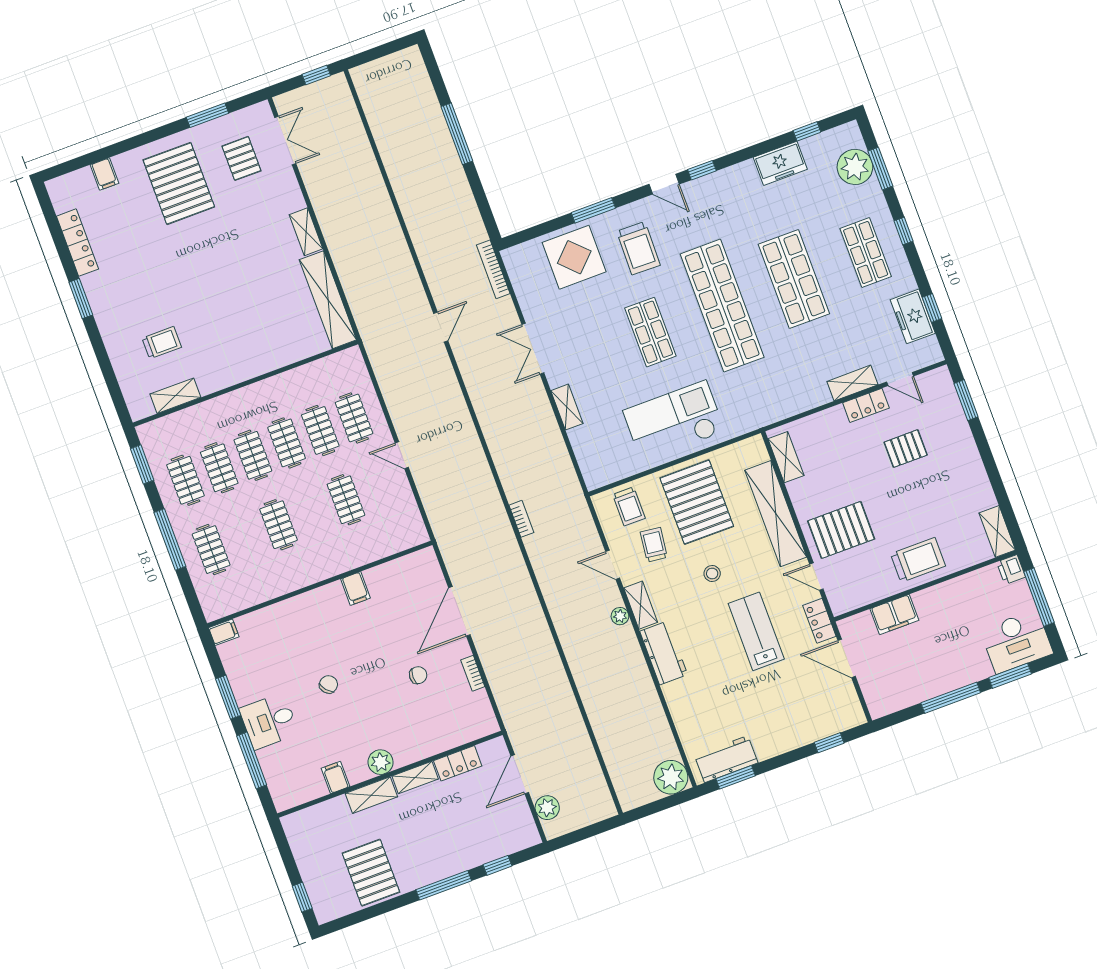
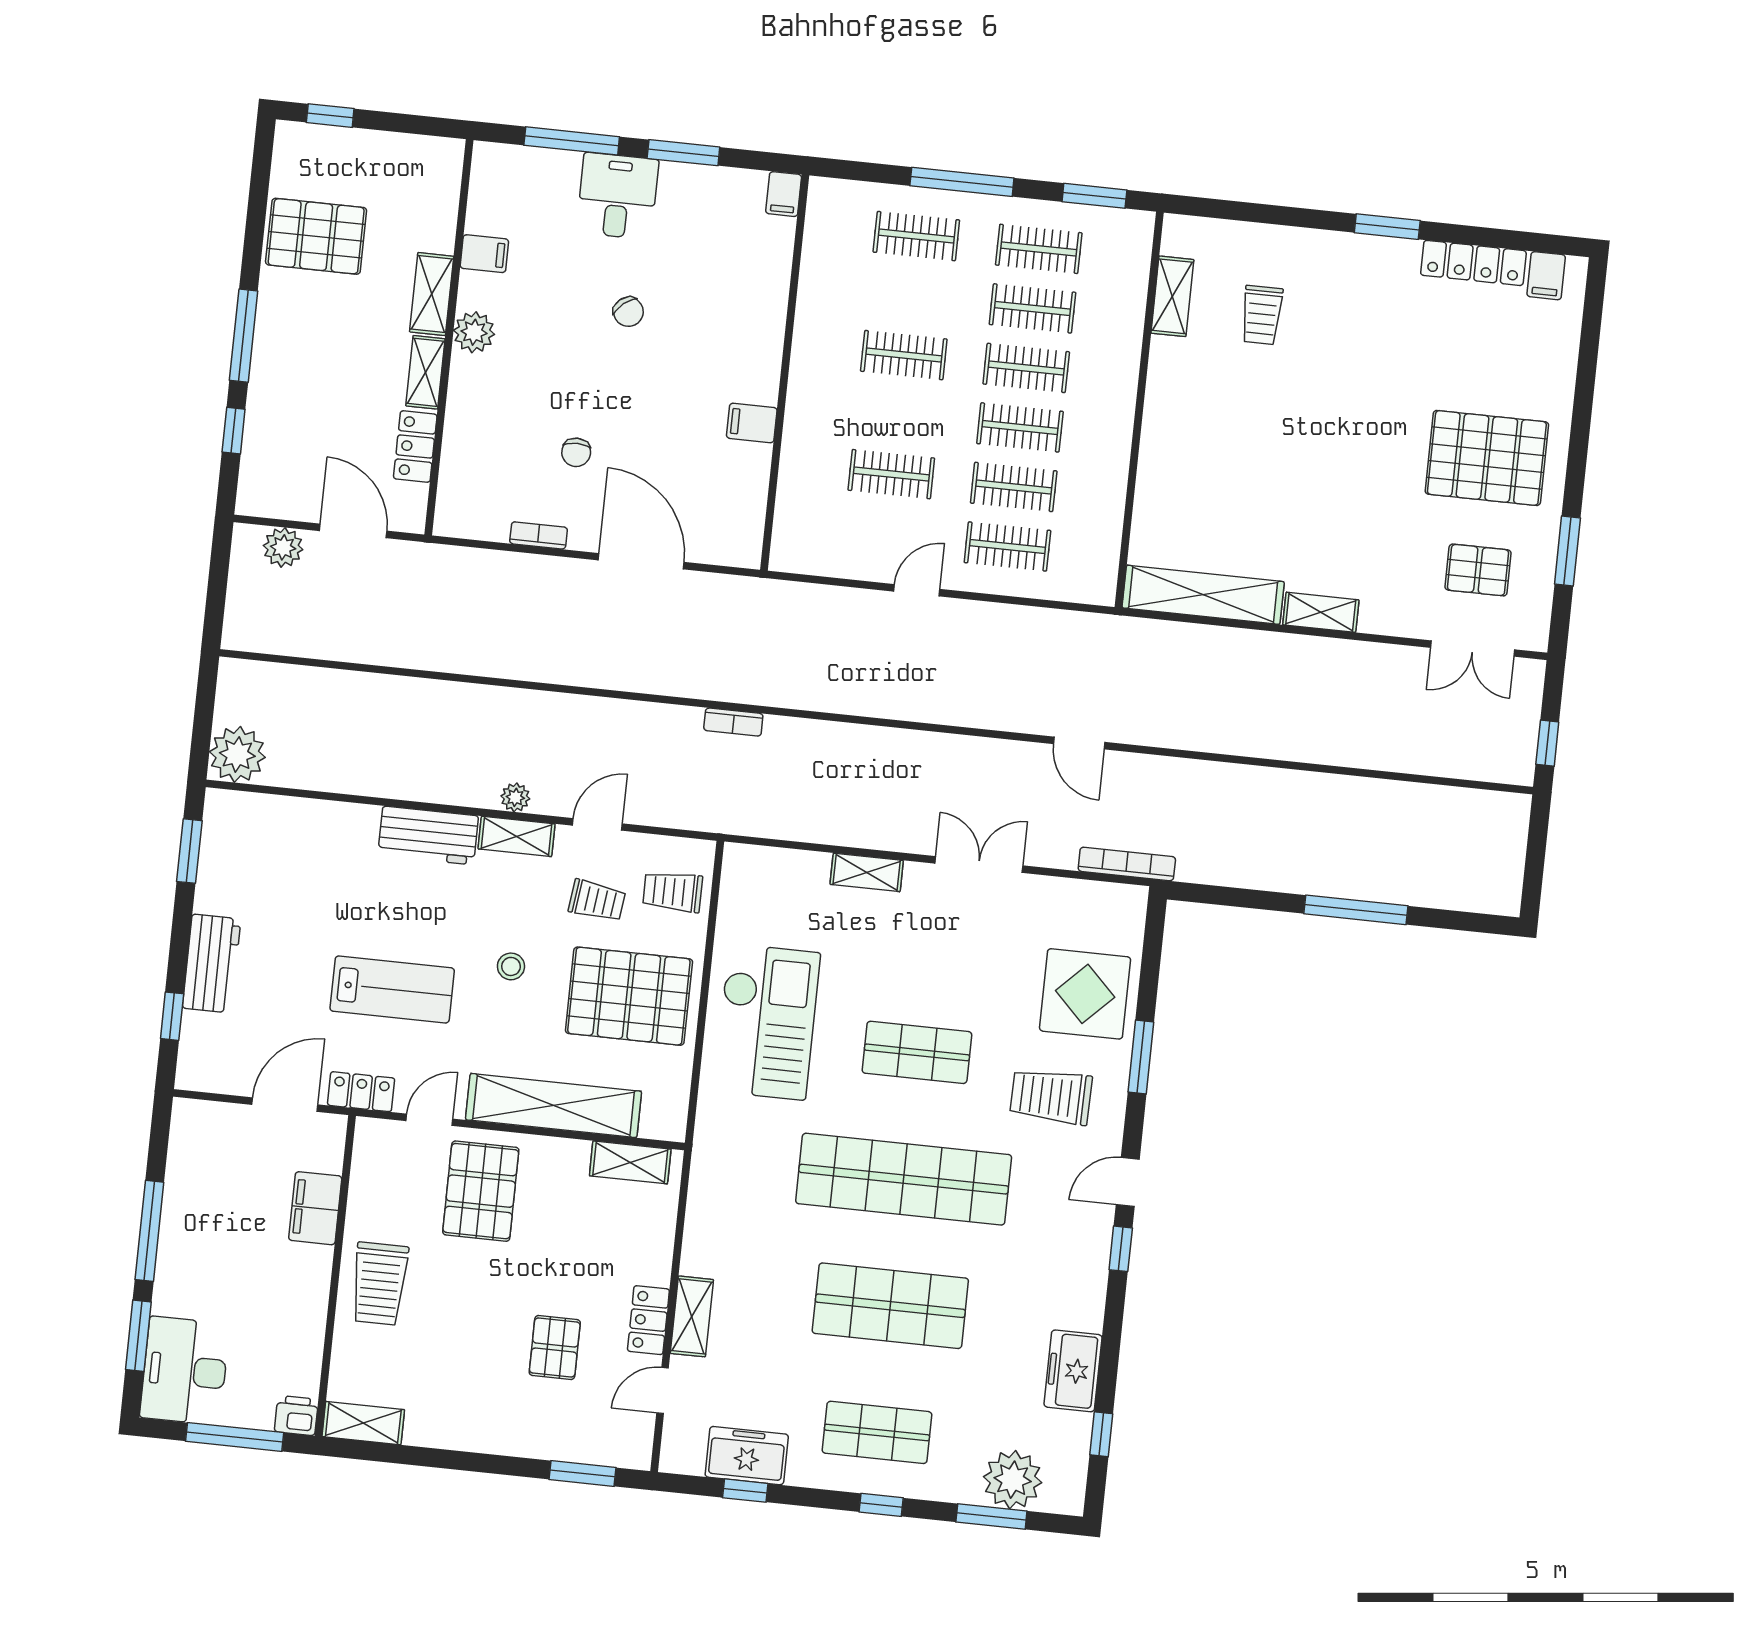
filing cabinet: (104, 174) -> (1546, 276), moved, turned -90
workbench: (726, 759) -> (212, 964), moved

